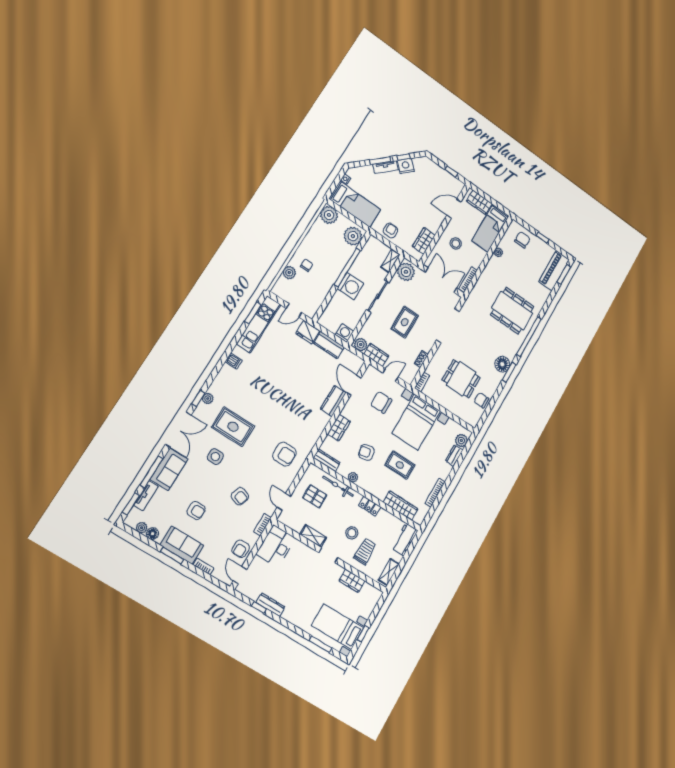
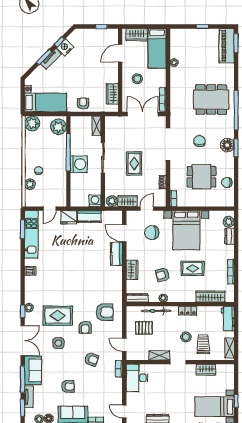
chair: (522, 240) -> (200, 141), moved
plant: (406, 272) -> (113, 126), removed
armchair: (241, 549) -> (85, 327), moved

